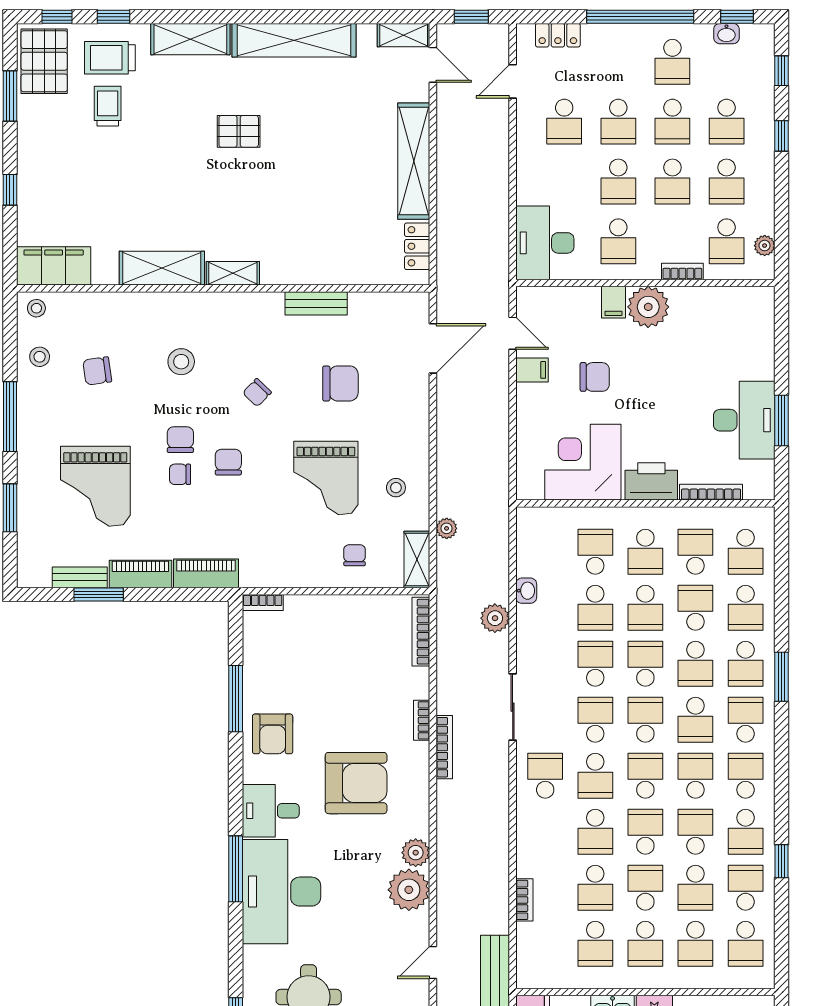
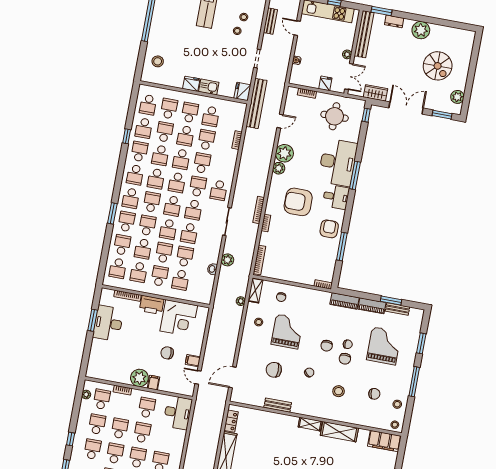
school desk: (746, 552) -> (118, 268), turned 180
school desk: (595, 944) -> (211, 116), turned 180
school desk: (746, 944) -> (148, 105), turned 180

